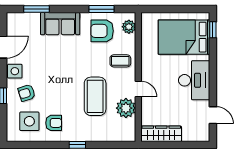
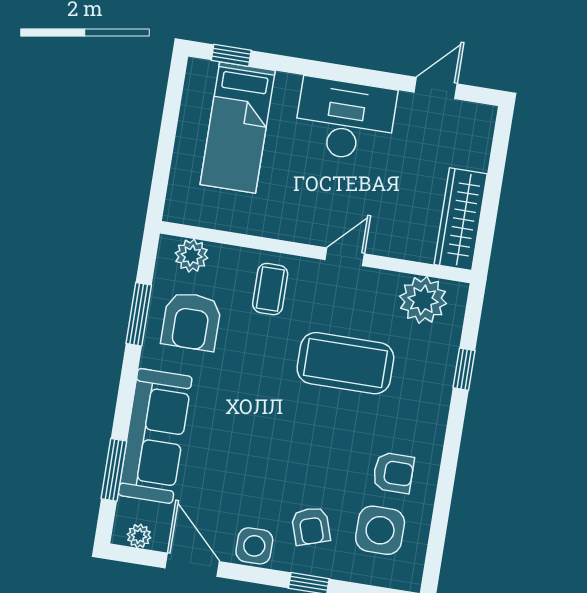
plant: (11, 24) -> (139, 536), added
sofa: (60, 24) -> (155, 436), width x1.36
bed: (184, 37) -> (238, 128), width x0.67
plant: (126, 108) -> (423, 300), moved
armchair: (54, 123) -> (393, 473), turned 90
window: (77, 145) -> (464, 369), moved

